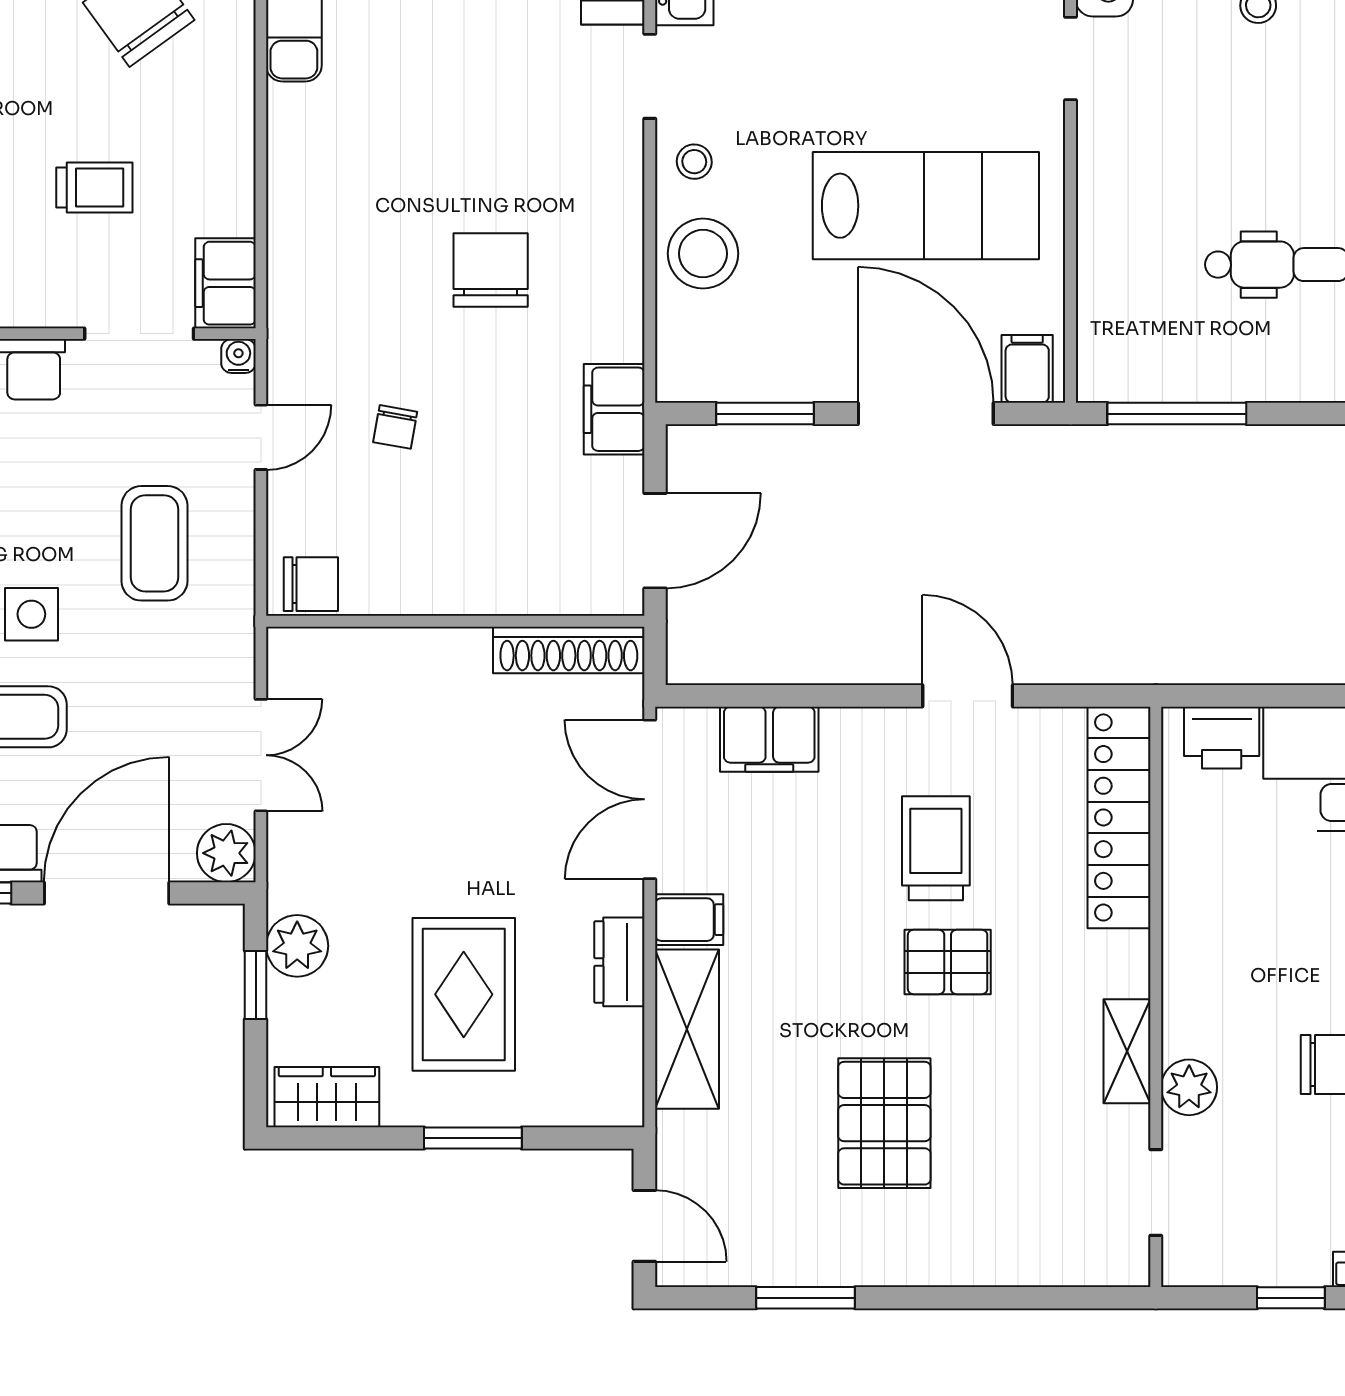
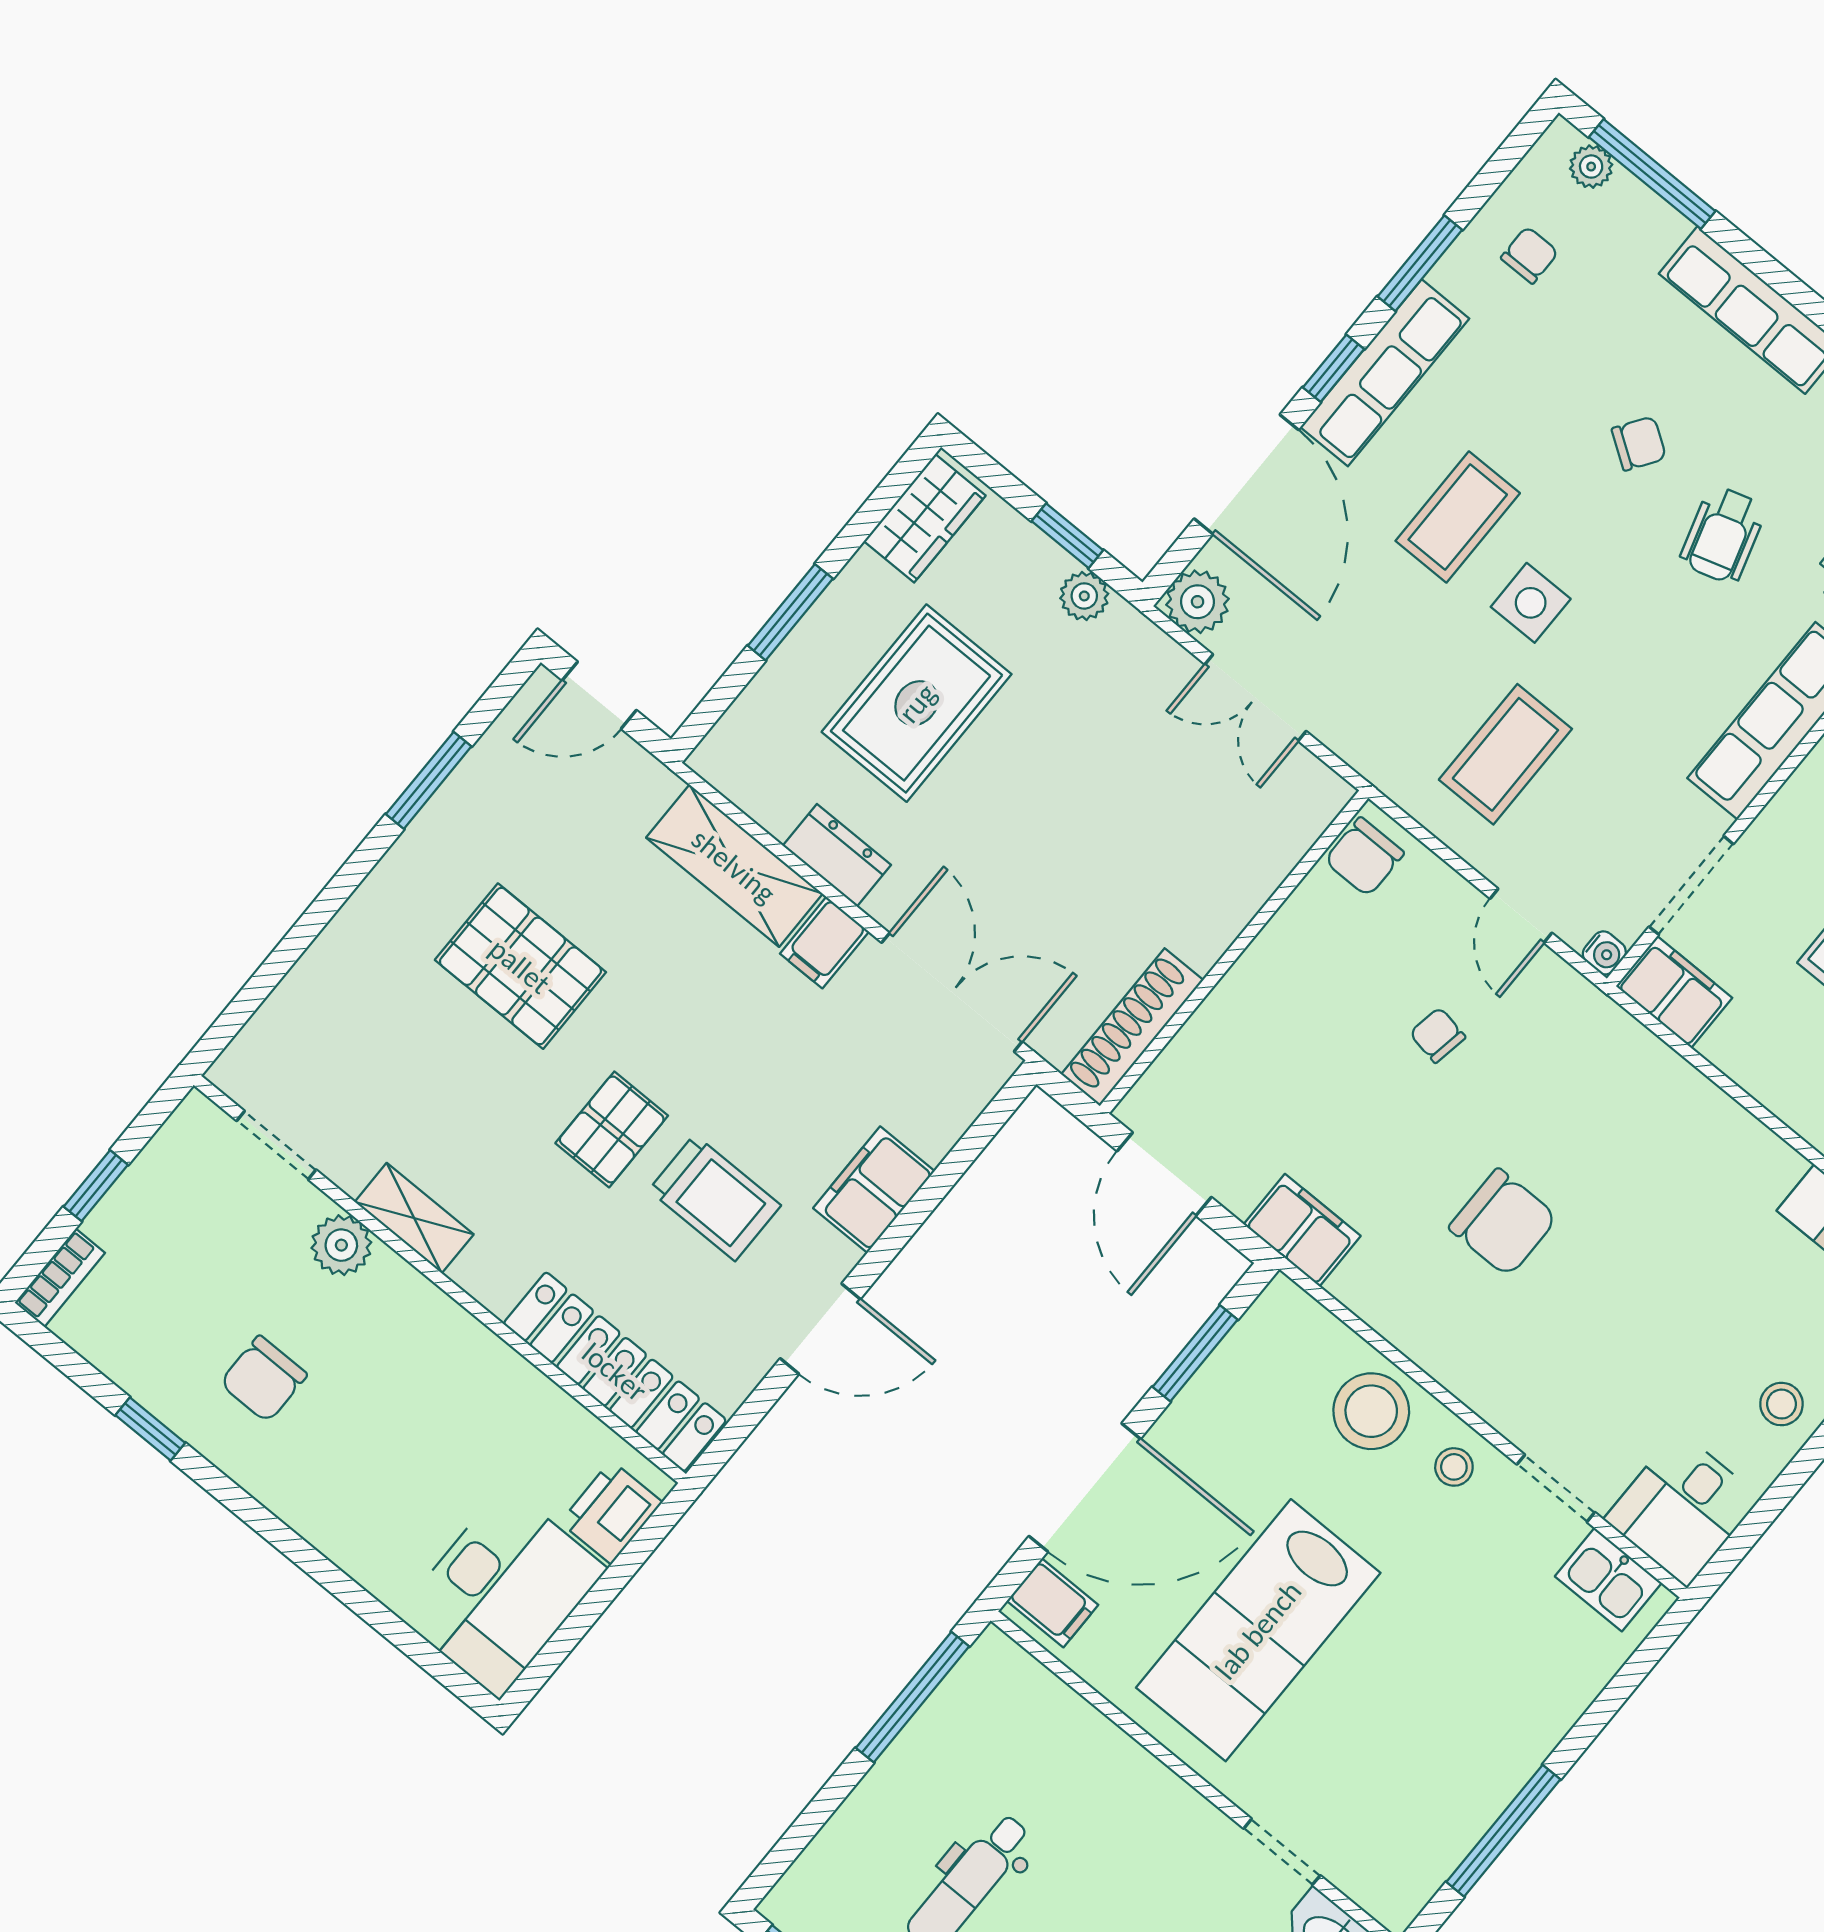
coffee table: (155, 543) -> (1505, 754), turned 90
filing cabinet: (769, 739) -> (874, 1190), moved
plant: (297, 946) -> (1084, 596), width x0.73, depth x0.73
rug: (464, 994) -> (917, 703), turned 90

